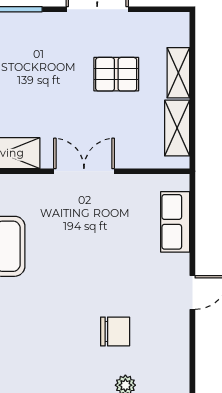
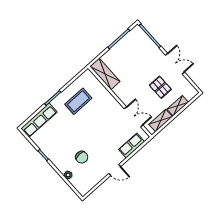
double door: (84, 171) -> (134, 117), moved

